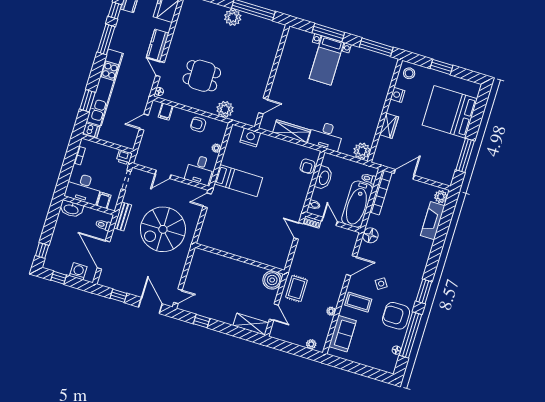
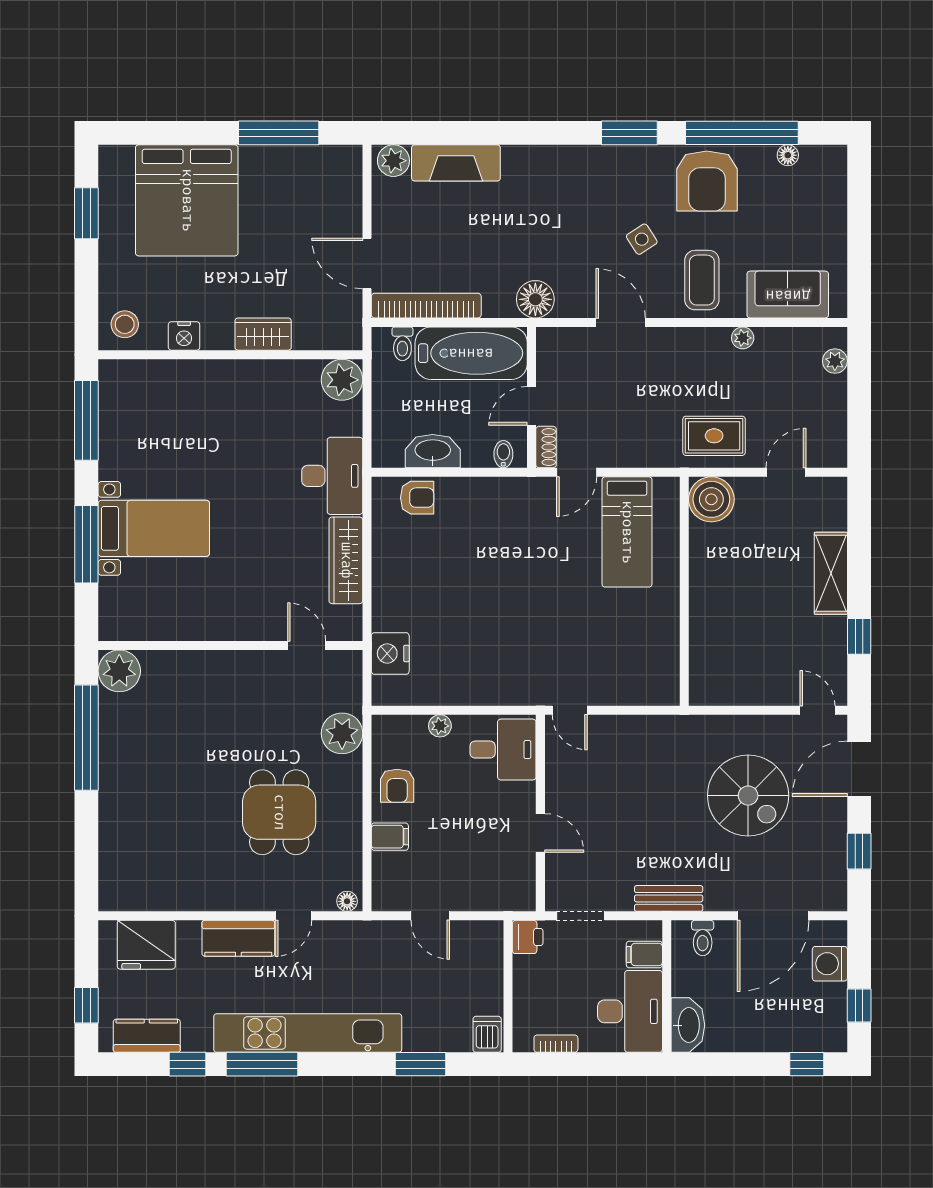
plant: (233, 17) -> (119, 671), moved
window: (441, 67) -> (86, 213), moved
kitchen unit: (105, 87) -> (308, 1033), moved
filing cabinet: (166, 112) -> (390, 837), moved
bed: (238, 181) -> (627, 532), moved, turned 180
spiral stairs: (163, 229) -> (748, 796), moved, width x0.73, depth x0.73
shelving: (251, 324) -> (831, 573), moved

